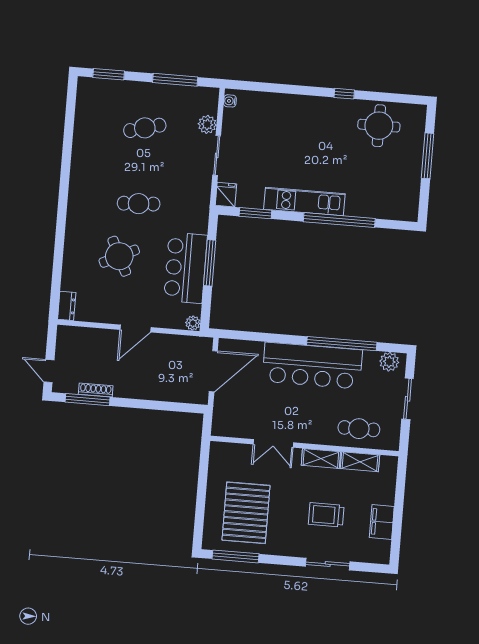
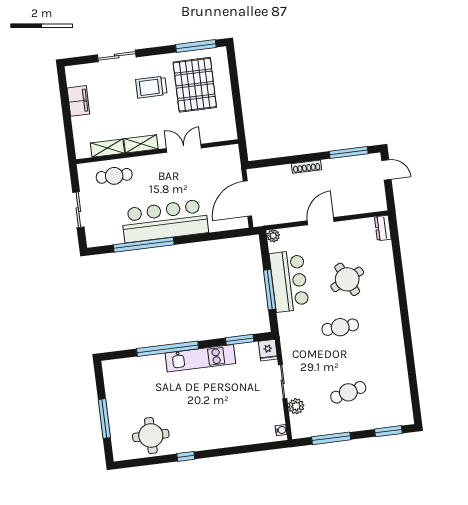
plant: (389, 362) -> (100, 238), removed
shoe rack: (96, 390) -> (306, 167), moved
trolley: (326, 515) -> (151, 87), moved, turned 180

